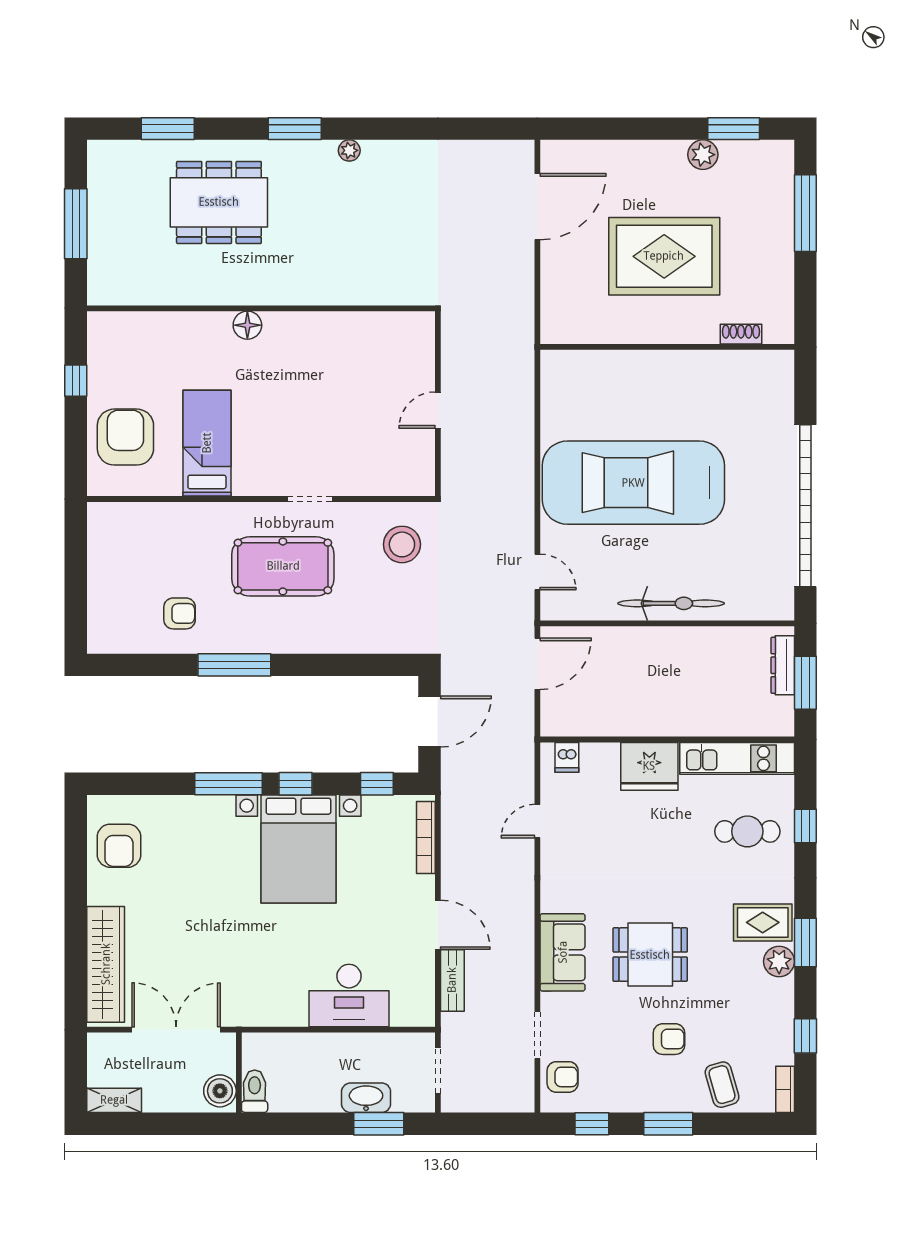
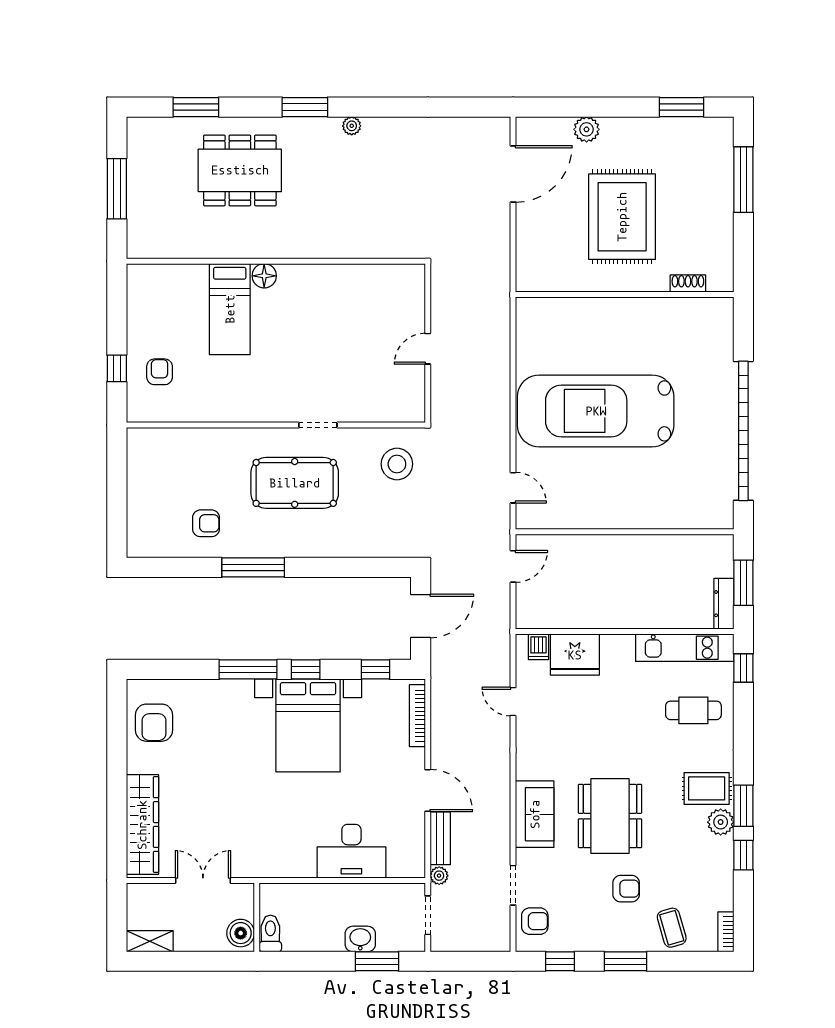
plant: (703, 155) -> (587, 129), moved
rug: (664, 256) -> (622, 217), turned 90
window: (76, 381) -> (117, 368), moved
armchair: (125, 437) -> (160, 372), width x0.53, depth x0.53
bed: (207, 443) -> (230, 309), moved, turned 180
bicycle: (671, 603) -> (628, 515), removed
door: (537, 664) -> (513, 566), width x0.73
dresser: (783, 665) -> (724, 604), moved
fridge: (649, 766) -> (575, 655), moved
door: (537, 821) -> (513, 702), hinge flipped
window: (805, 826) -> (743, 668), moved
dining table: (650, 955) -> (610, 816), width x1.38
plant: (451, 1024) -> (439, 876), added
double door: (176, 1030) -> (203, 881), width x0.73
window: (805, 1036) -> (743, 855), moved
washbasin: (366, 1098) -> (360, 939), width x0.72

